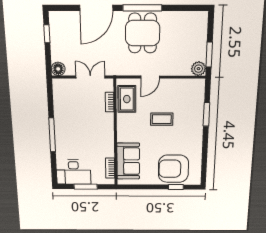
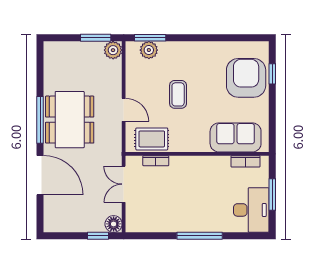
dining table: (143, 33) -> (70, 120), width x1.38
window: (47, 34) -> (98, 236), moved
plant: (197, 97) -> (149, 50), added
window: (206, 114) -> (150, 38), moved
armchair: (173, 169) -> (246, 78), turned 180

